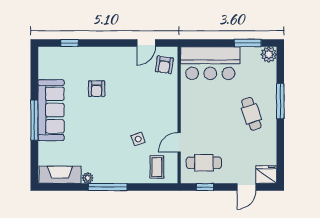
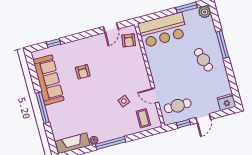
sofa: (51, 110) -> (48, 80), moved
door: (179, 142) -> (155, 95), hinge flipped
door: (246, 187) -> (203, 118), moved

